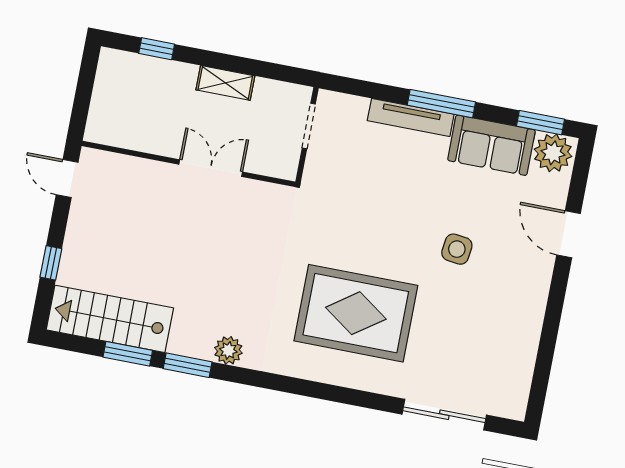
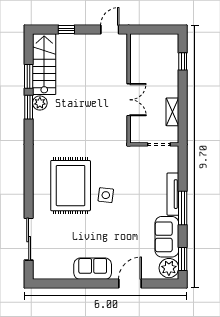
shelving: (225, 83) -> (172, 112), moved
side table: (457, 249) -> (106, 195), moved
sofa: (526, 301) -> (93, 269), added
plant: (228, 350) -> (40, 103), moved

